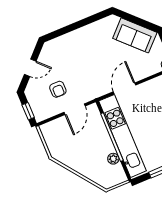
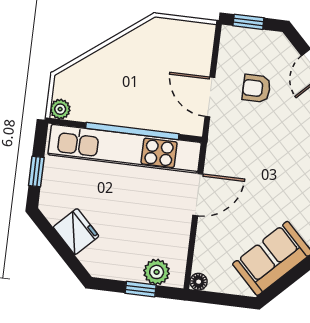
door: (125, 88) -> (198, 195), hinge flipped
plant: (113, 159) -> (60, 109), moved

